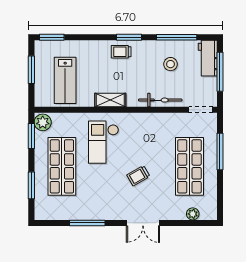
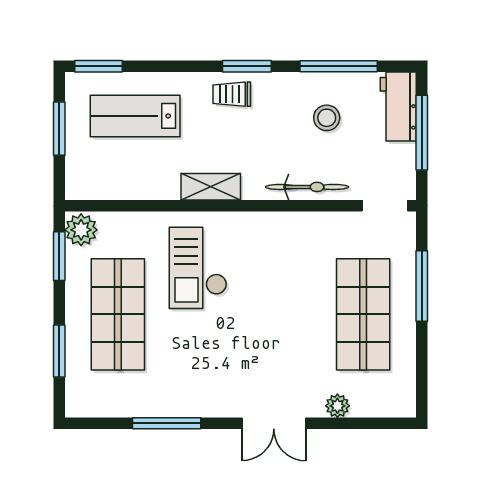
lab bench: (65, 80) -> (135, 116), moved, turned 90
trolley: (138, 176) -> (265, 332), removed
plant: (193, 214) -> (337, 406), moved

